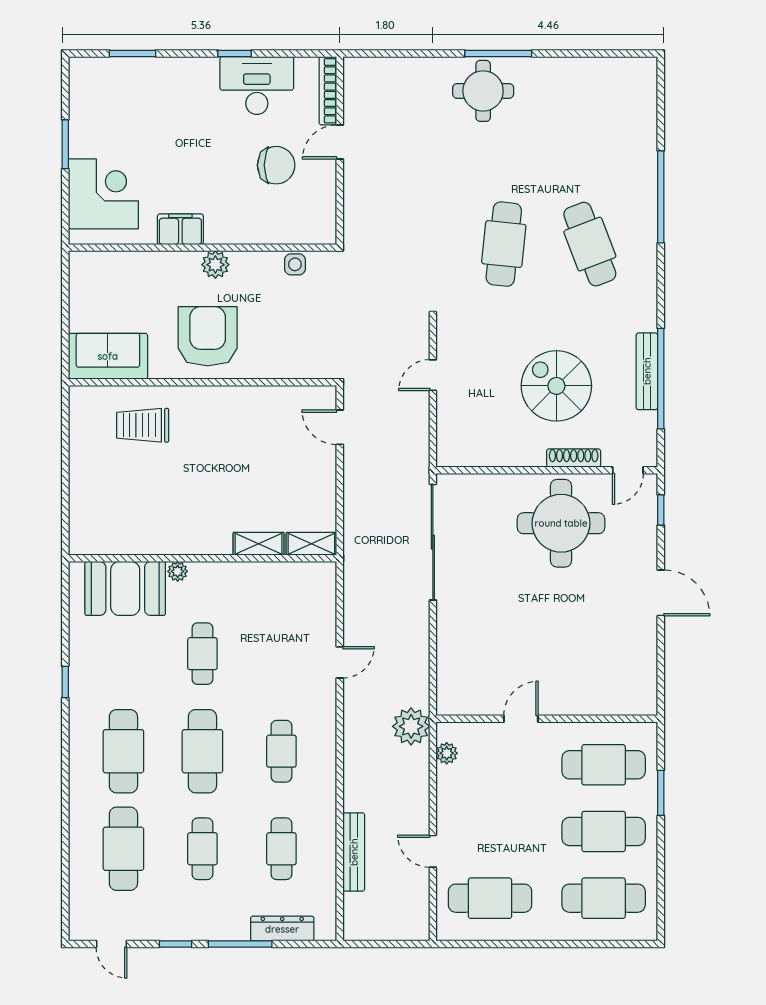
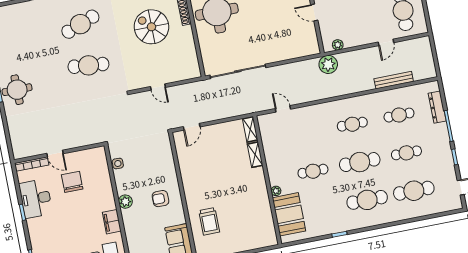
armchair: (208, 336) -> (160, 199), width x0.53, depth x0.53
spiral stairs: (556, 386) -> (151, 27), turned 90
door: (340, 662) -> (283, 109), moved

